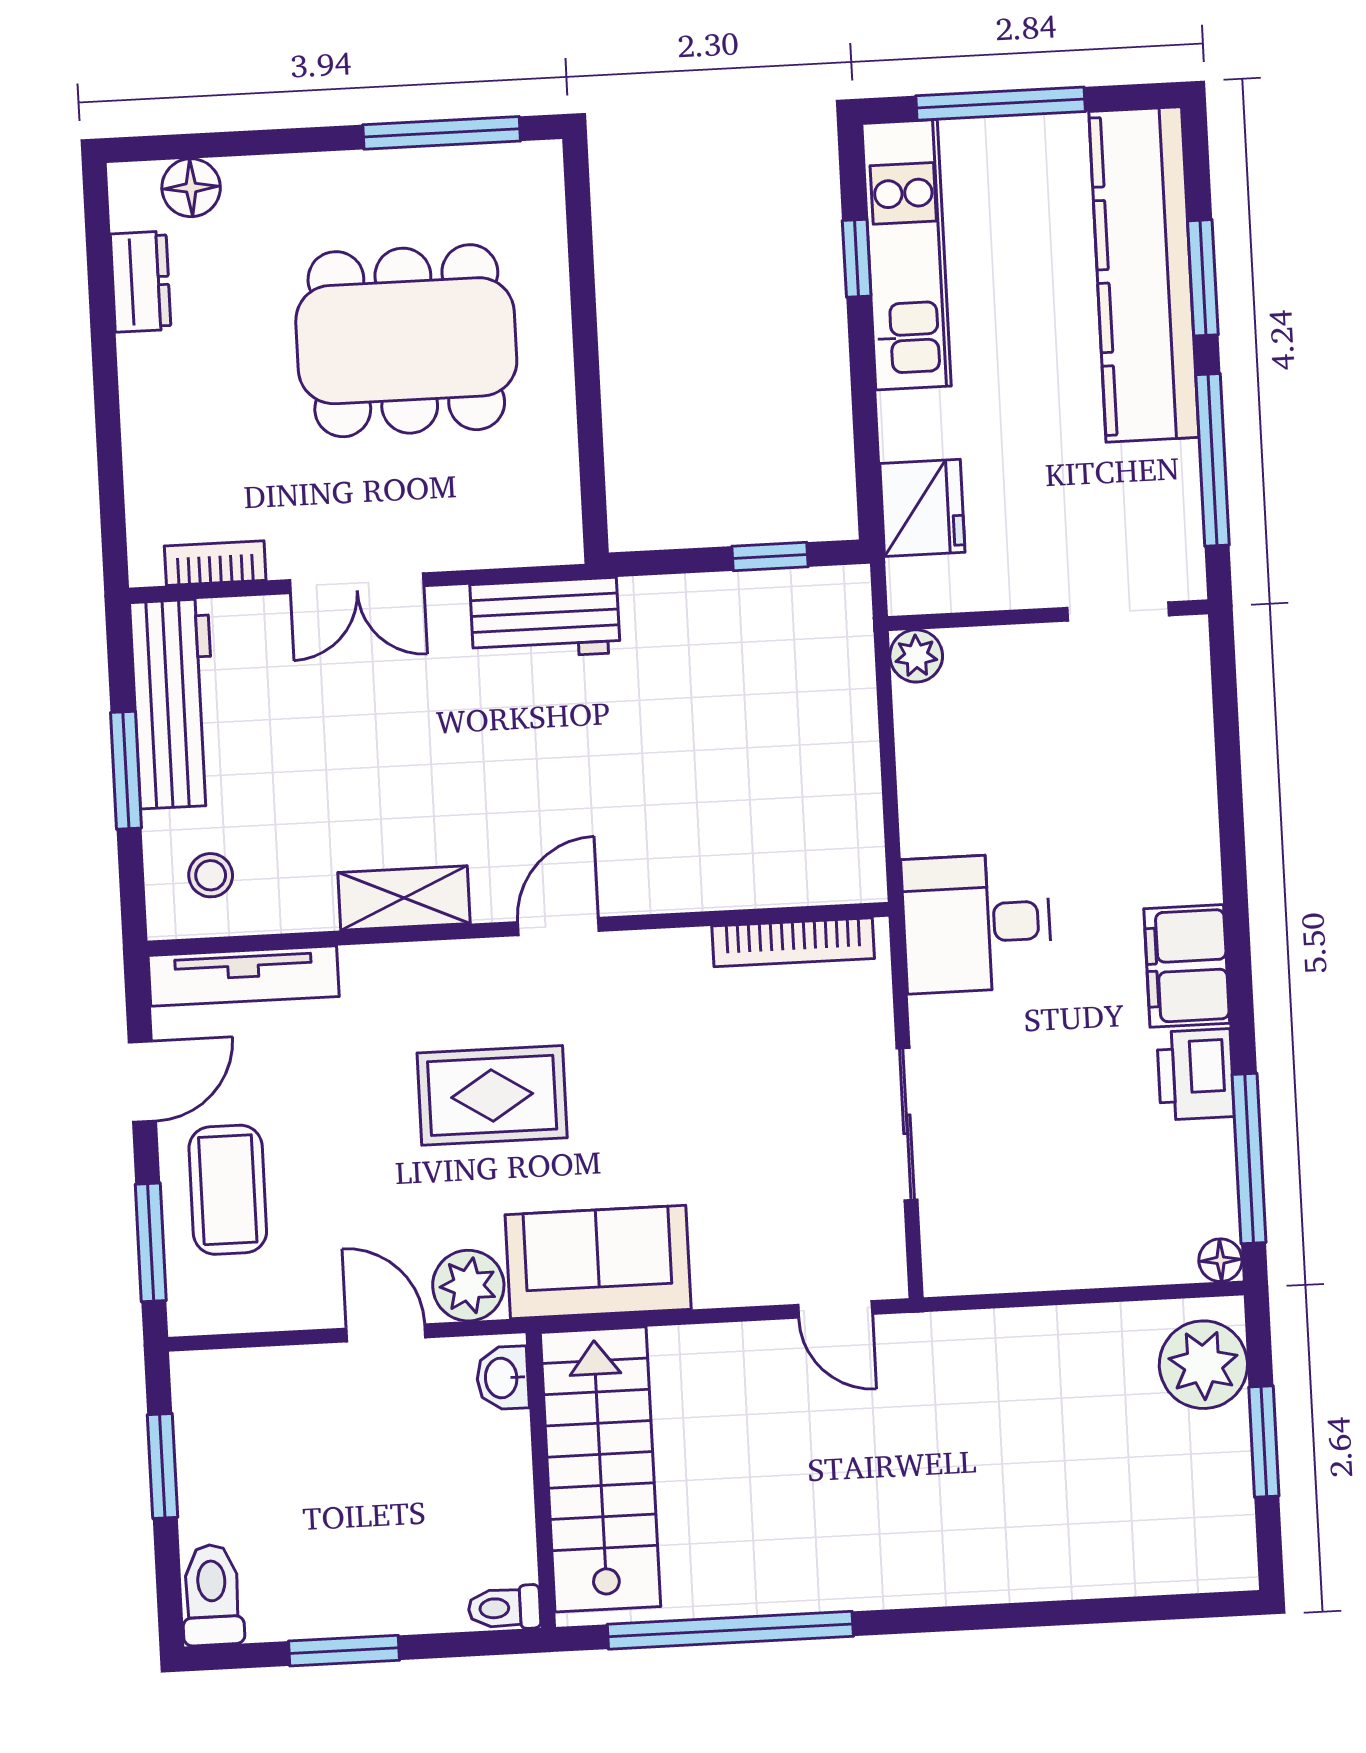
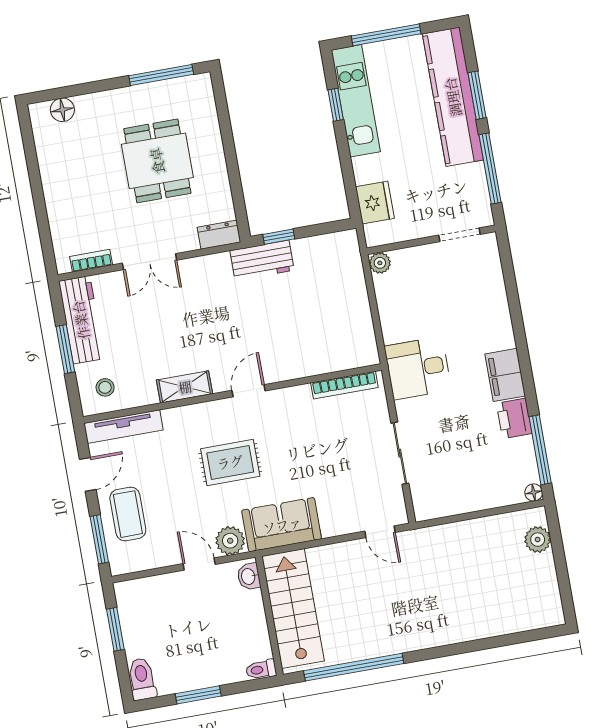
dresser: (141, 282) -> (219, 235), moved, turned -90
dining table: (406, 341) -> (157, 161), width x0.73
window: (770, 557) -> (279, 237), moved
workbench: (545, 619) -> (262, 260), moved
plant: (1203, 1365) -> (538, 540), width x0.73, depth x0.73
window: (1264, 1442) -> (560, 564), removed

